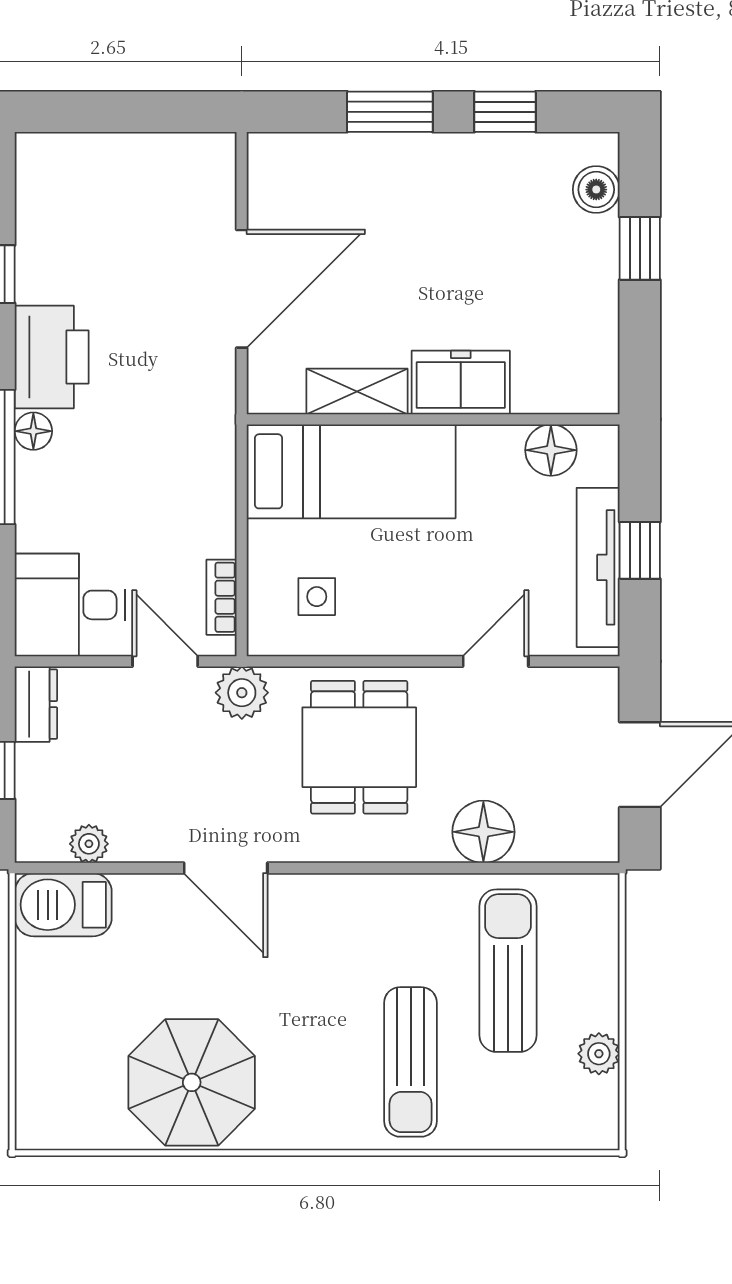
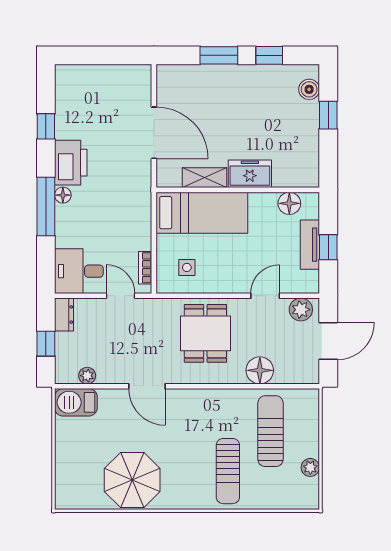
door: (242, 289) -> (154, 133), hinge flipped
tv unit: (598, 567) -> (310, 245), width x0.71
plant: (242, 693) -> (301, 310), moved

